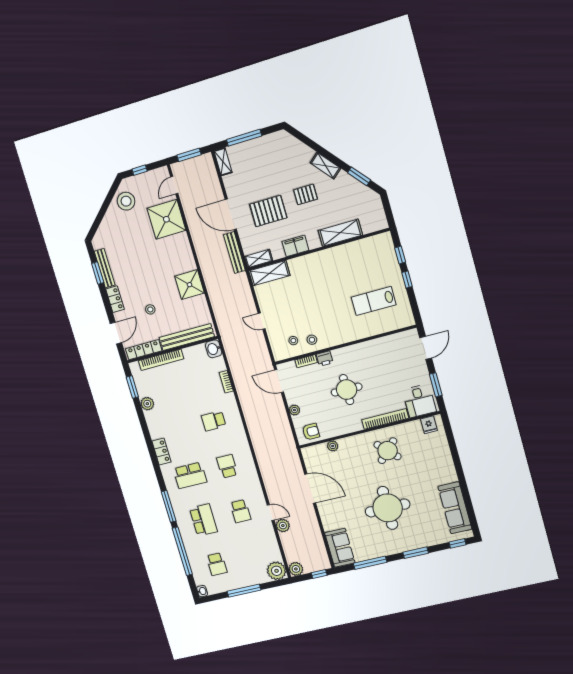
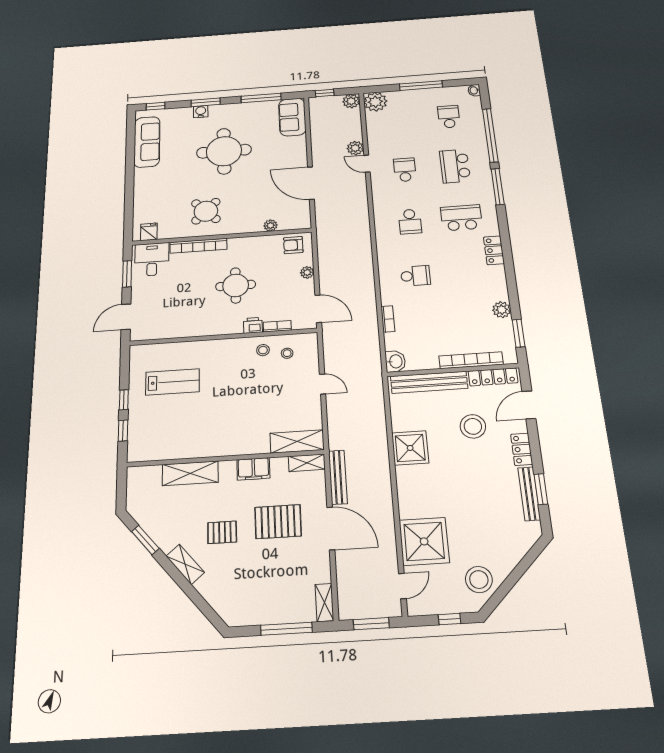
stool: (150, 309) -> (473, 426), width x1.89, depth x1.89
water cooler: (417, 543) -> (201, 112), added

